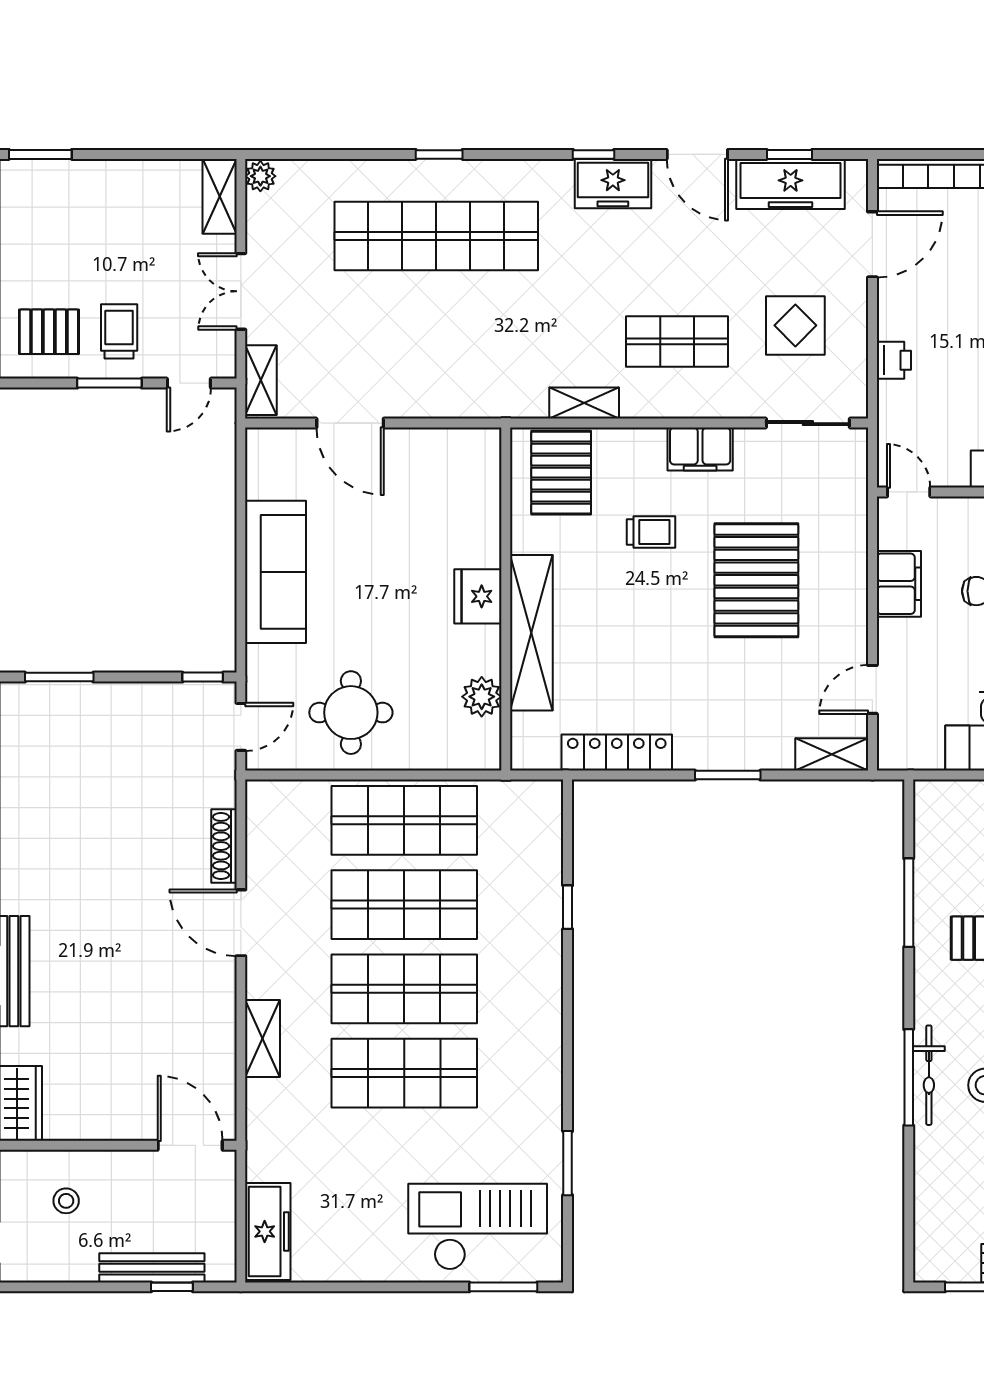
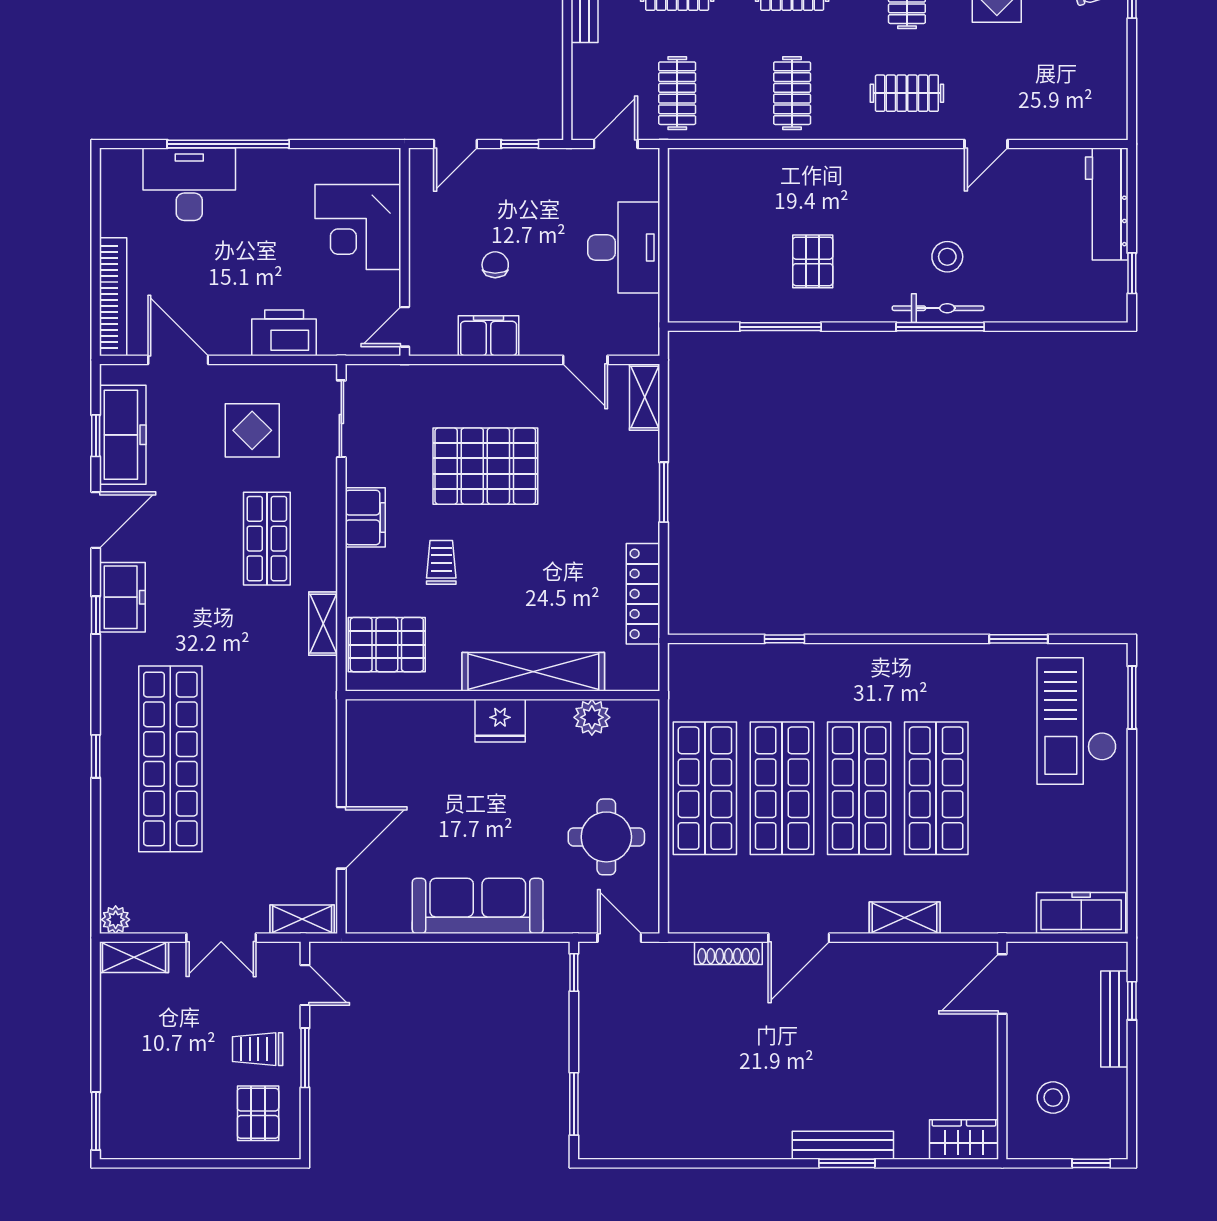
printer: (894, 360) -> (284, 333), width x1.87, depth x1.48
stool: (66, 1201) -> (1053, 1097), width x1.37, depth x1.37

